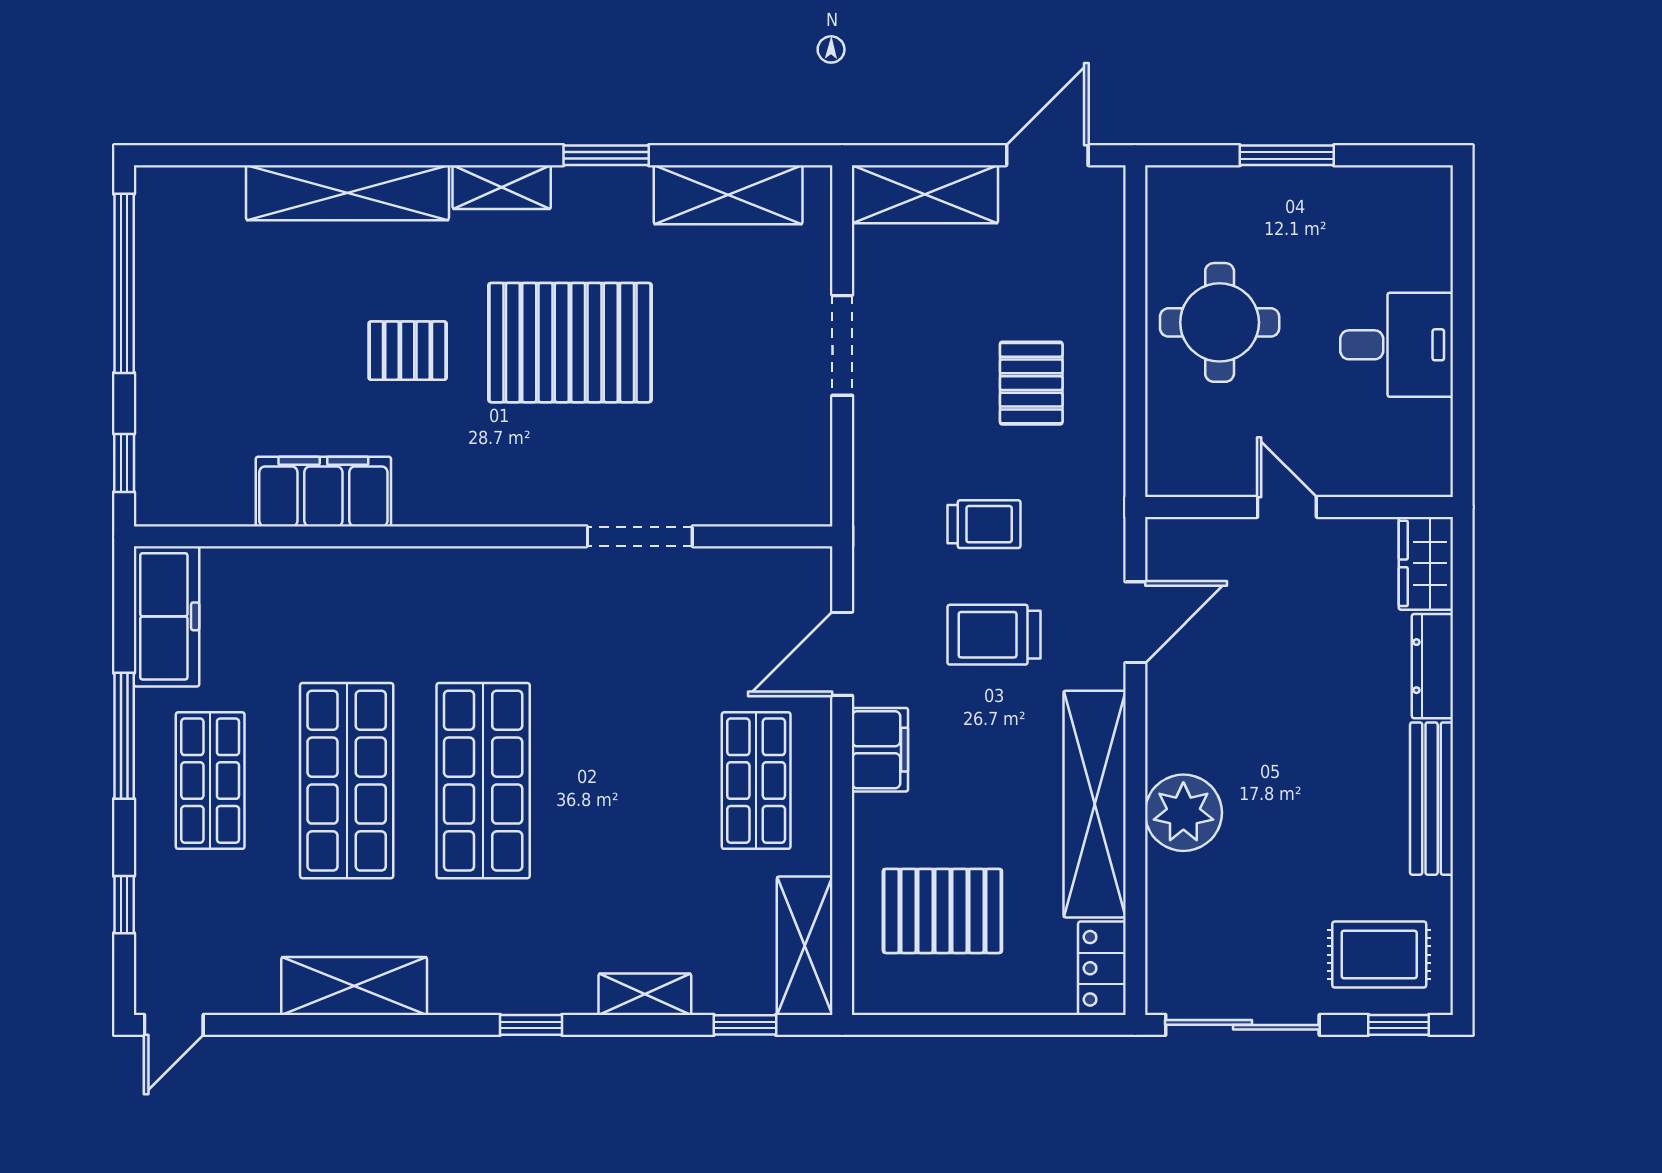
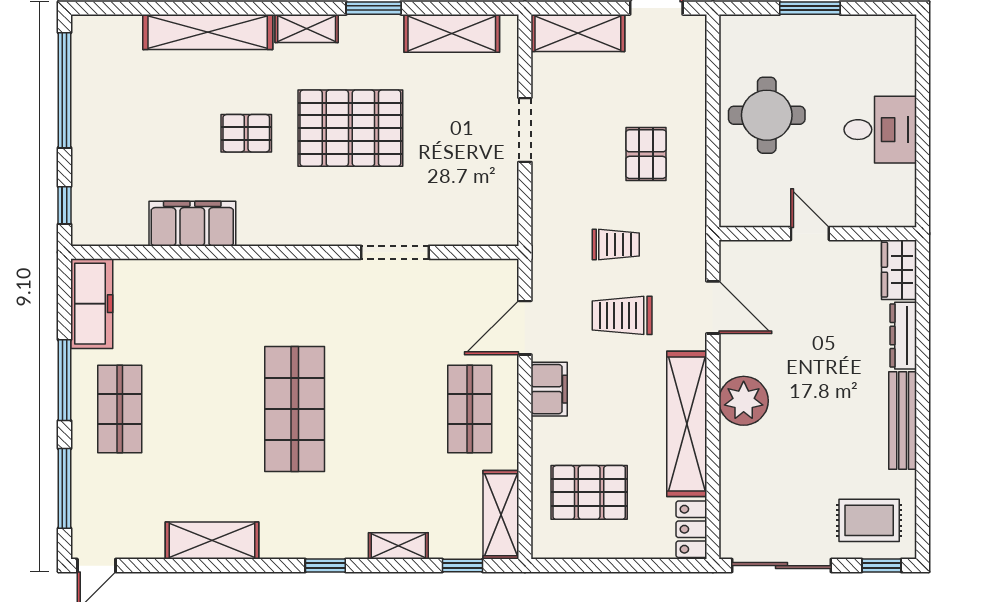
door: (1135, 622) -> (713, 307), hinge flipped
shop shelf: (347, 781) -> (207, 409), removed
plant: (1183, 813) -> (744, 401), moved
window: (124, 905) -> (65, 488), width x2.17

